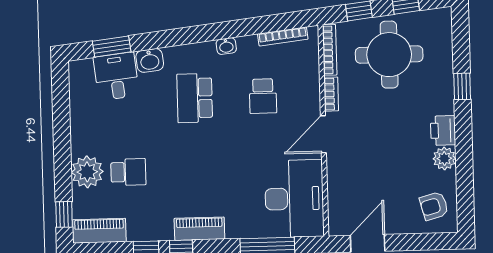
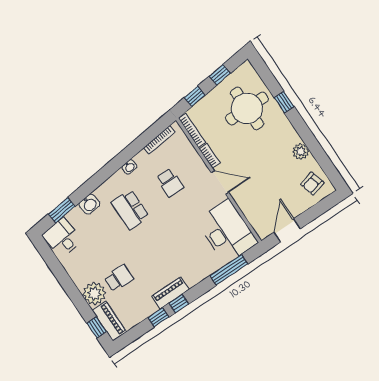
round table: (389, 55) -> (247, 108), moved
desk: (116, 76) -> (62, 237), moved
printer: (443, 131) -> (289, 135), removed
door: (323, 134) -> (220, 183), swing flipped
piano: (199, 229) -> (170, 293), moved
piano: (99, 231) -> (109, 321), moved, turned 90

